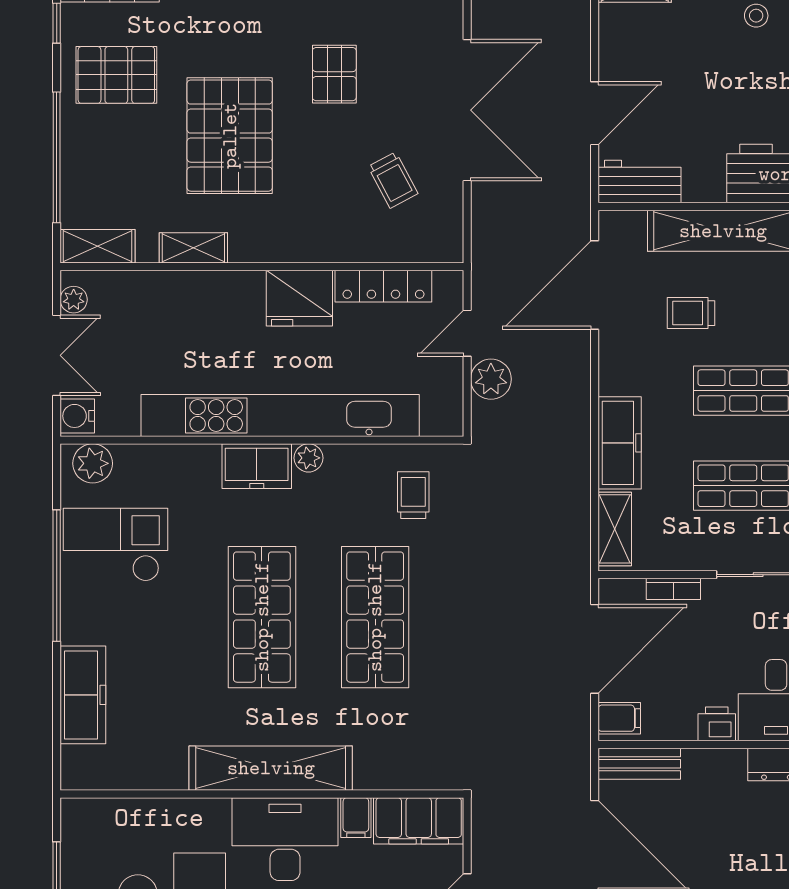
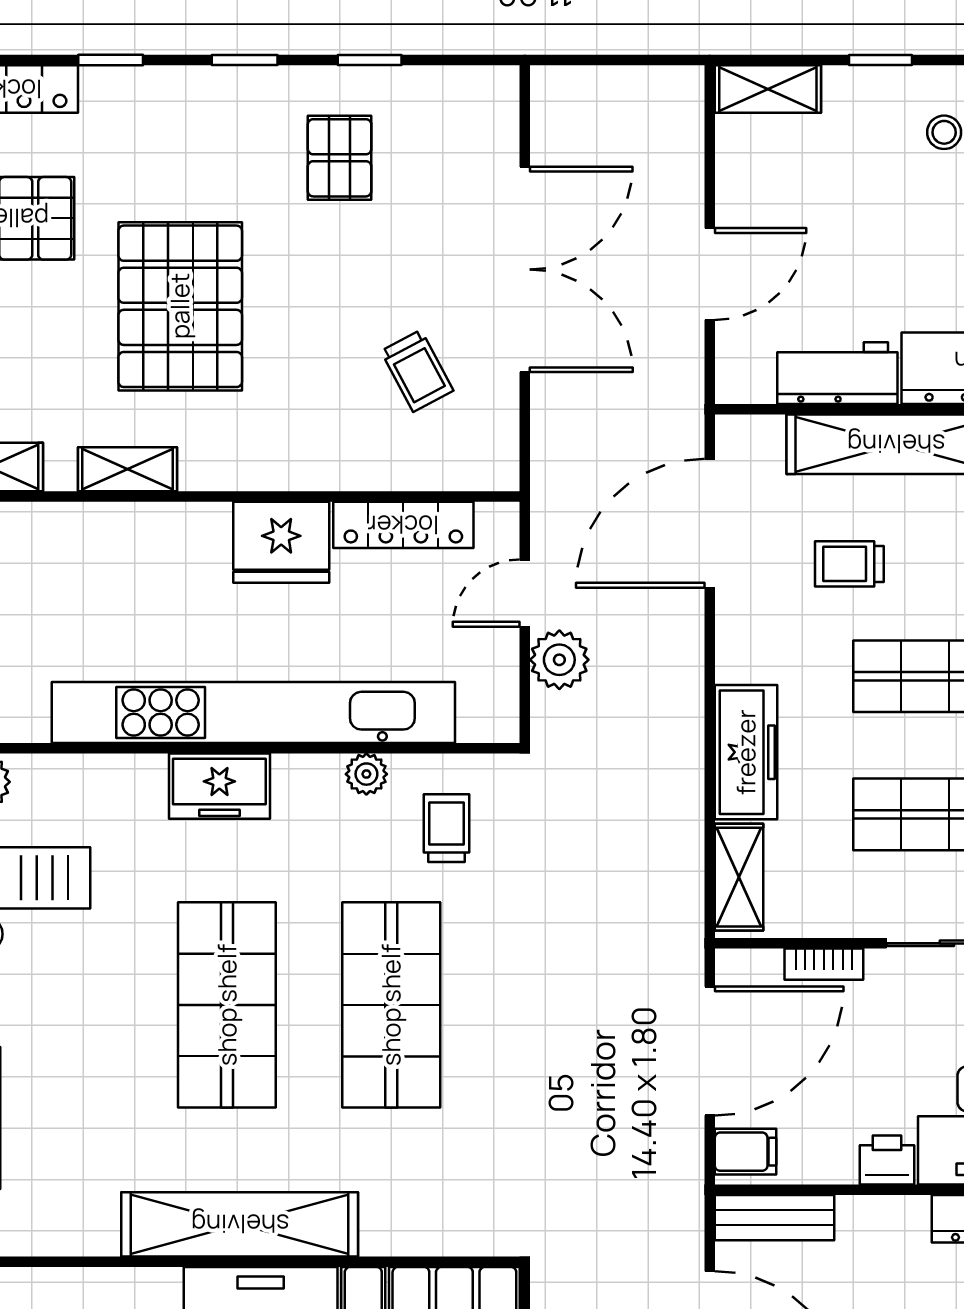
pallet: (334, 74) -> (340, 158), moved
workbench: (639, 182) -> (837, 373), moved
plant: (309, 458) -> (366, 774), moved

